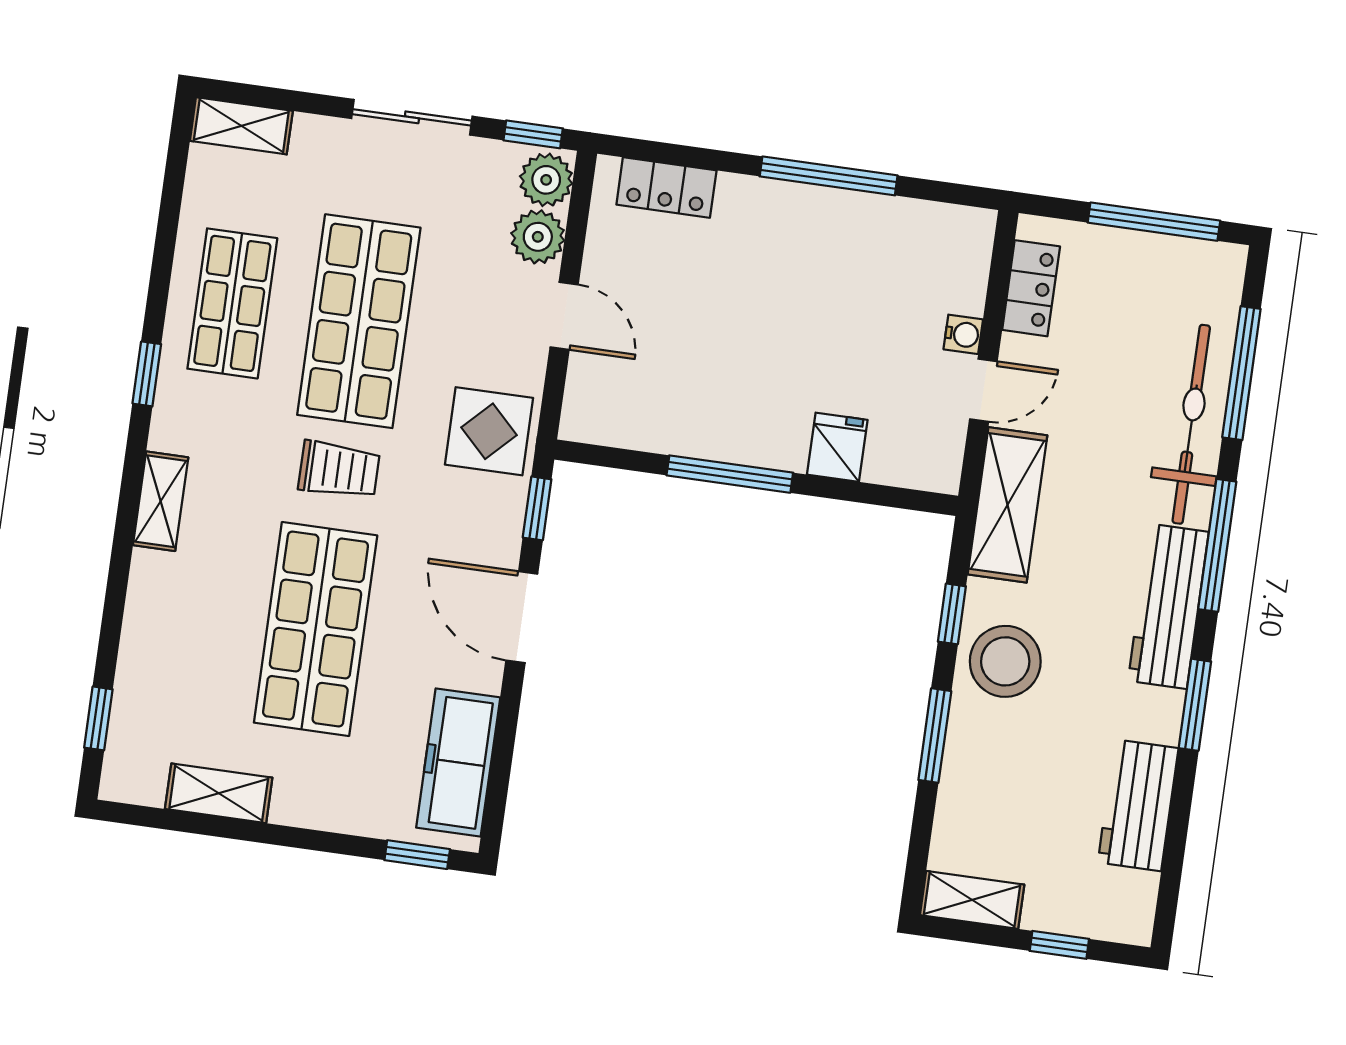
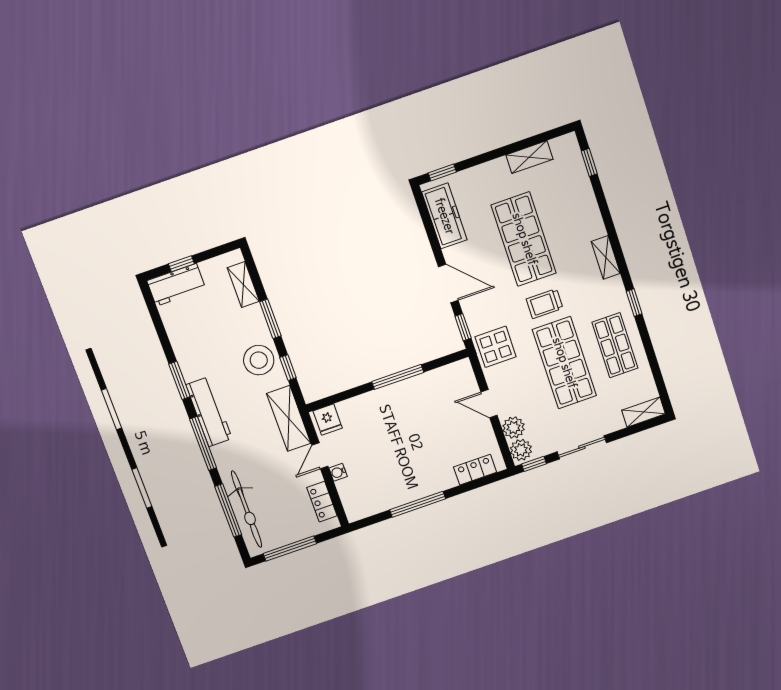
bicycle: (1191, 424) -> (247, 509), moved
fridge: (837, 447) -> (328, 420), moved
workbench: (1138, 805) -> (176, 285), moved, turned 90
shelving: (972, 900) -> (243, 285), moved, turned 90

